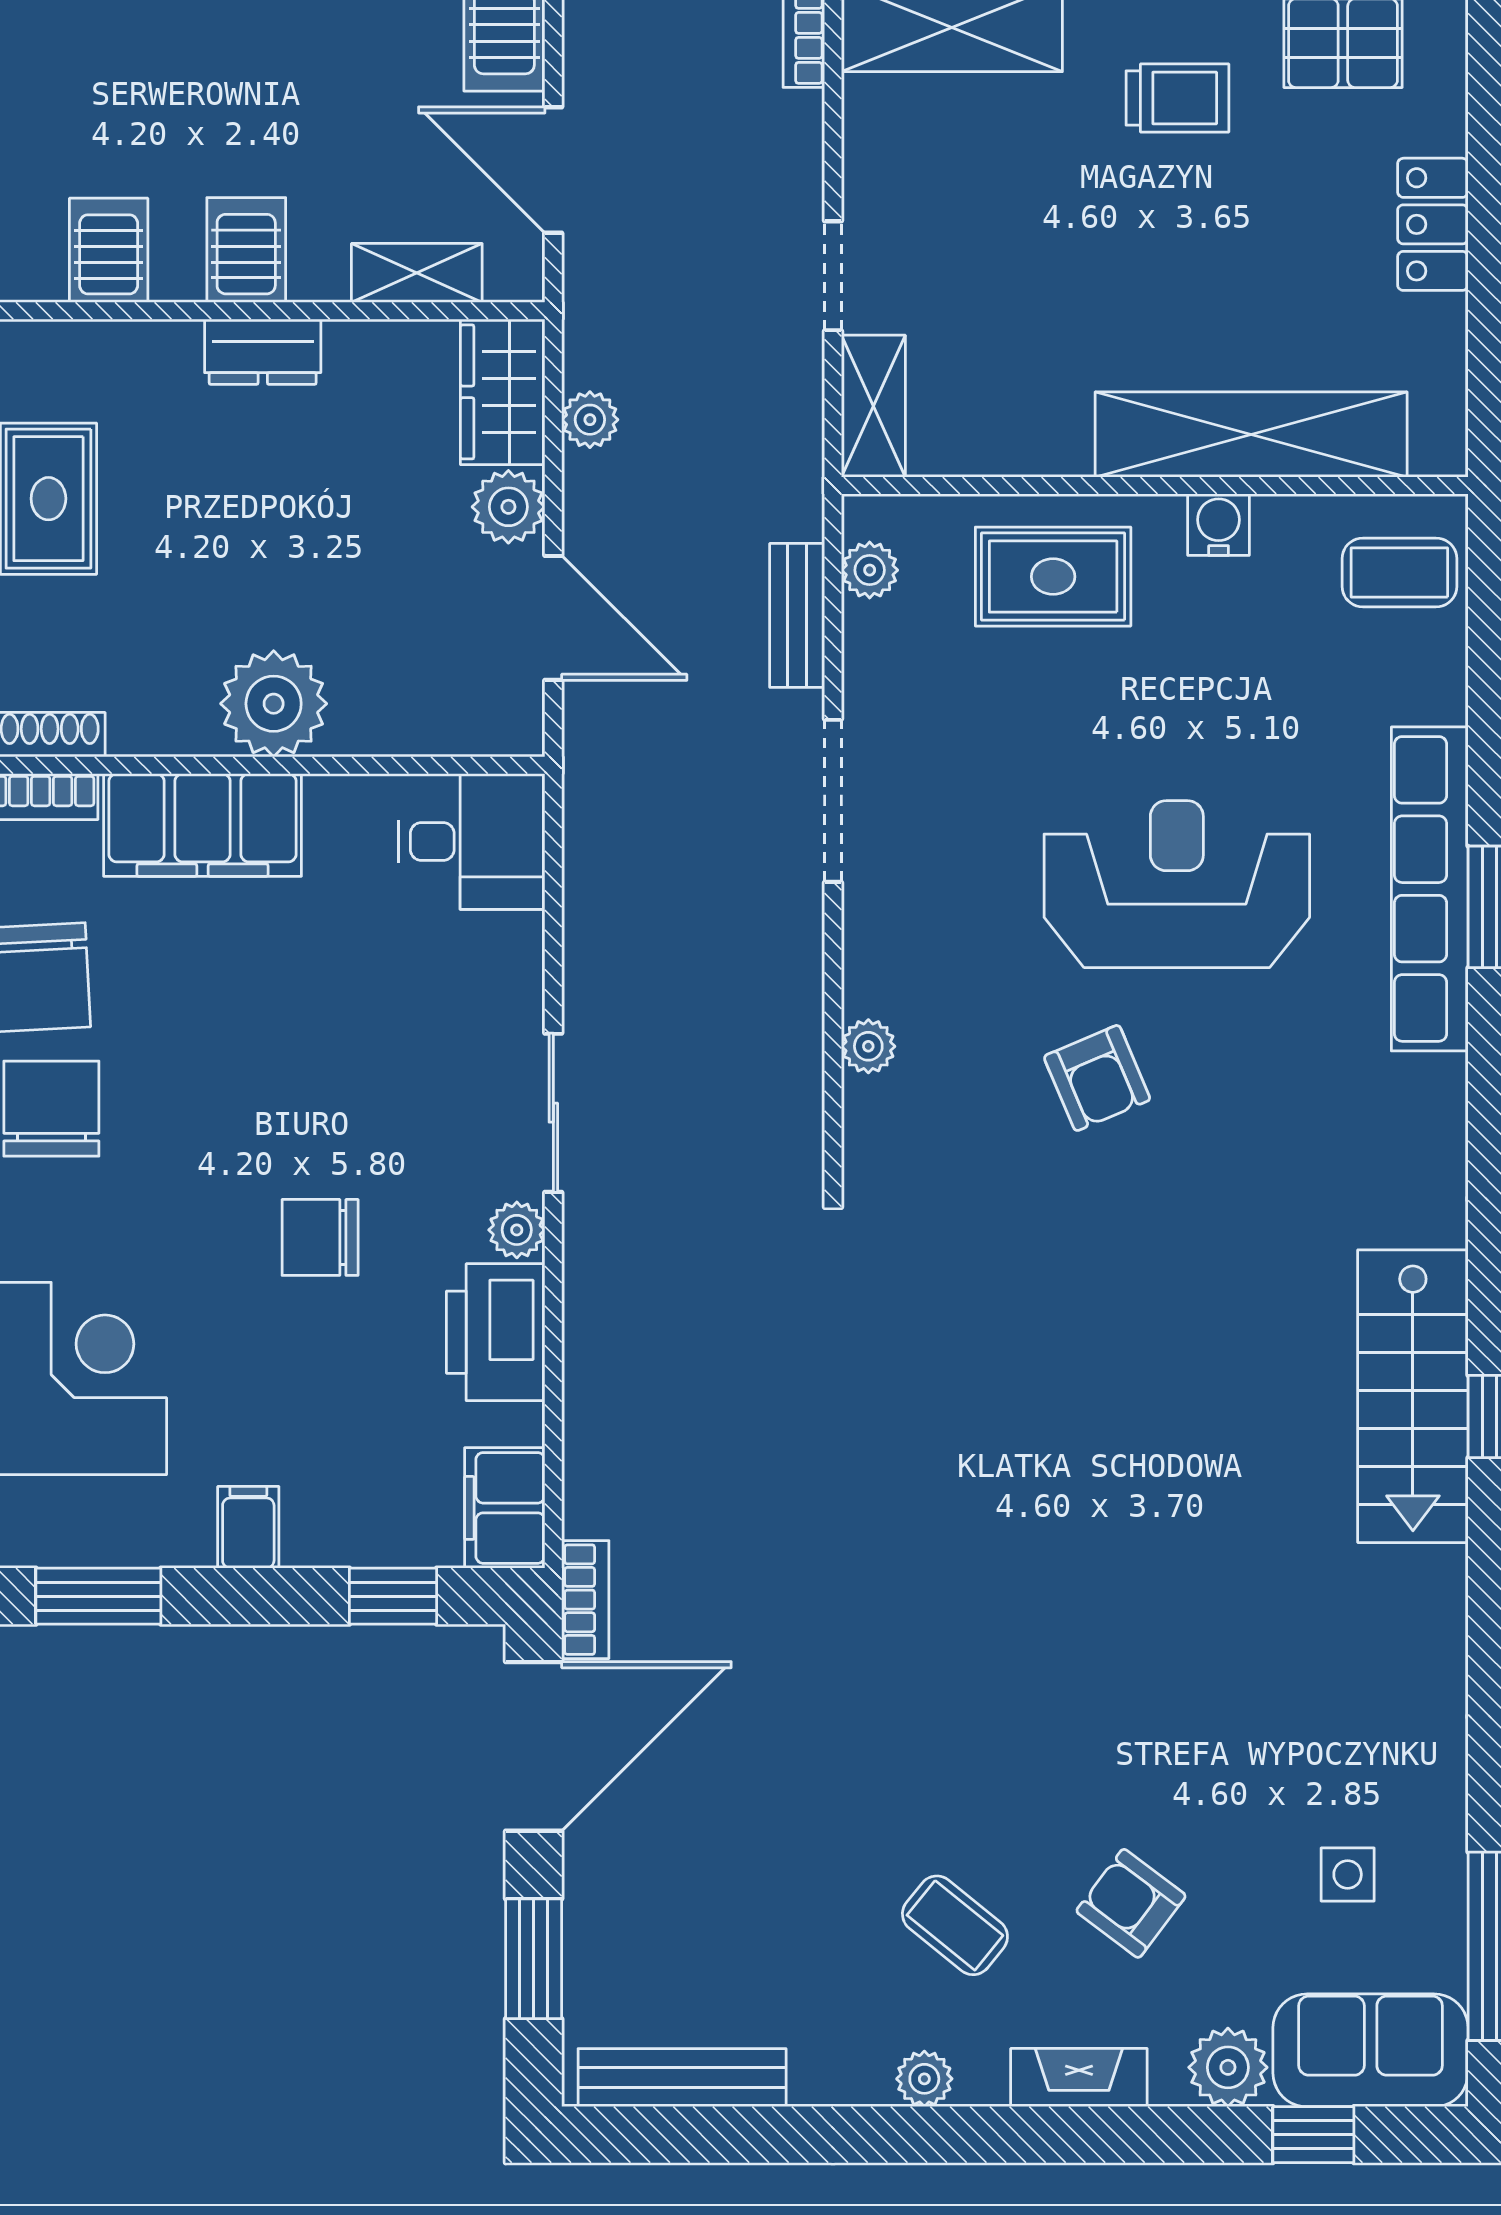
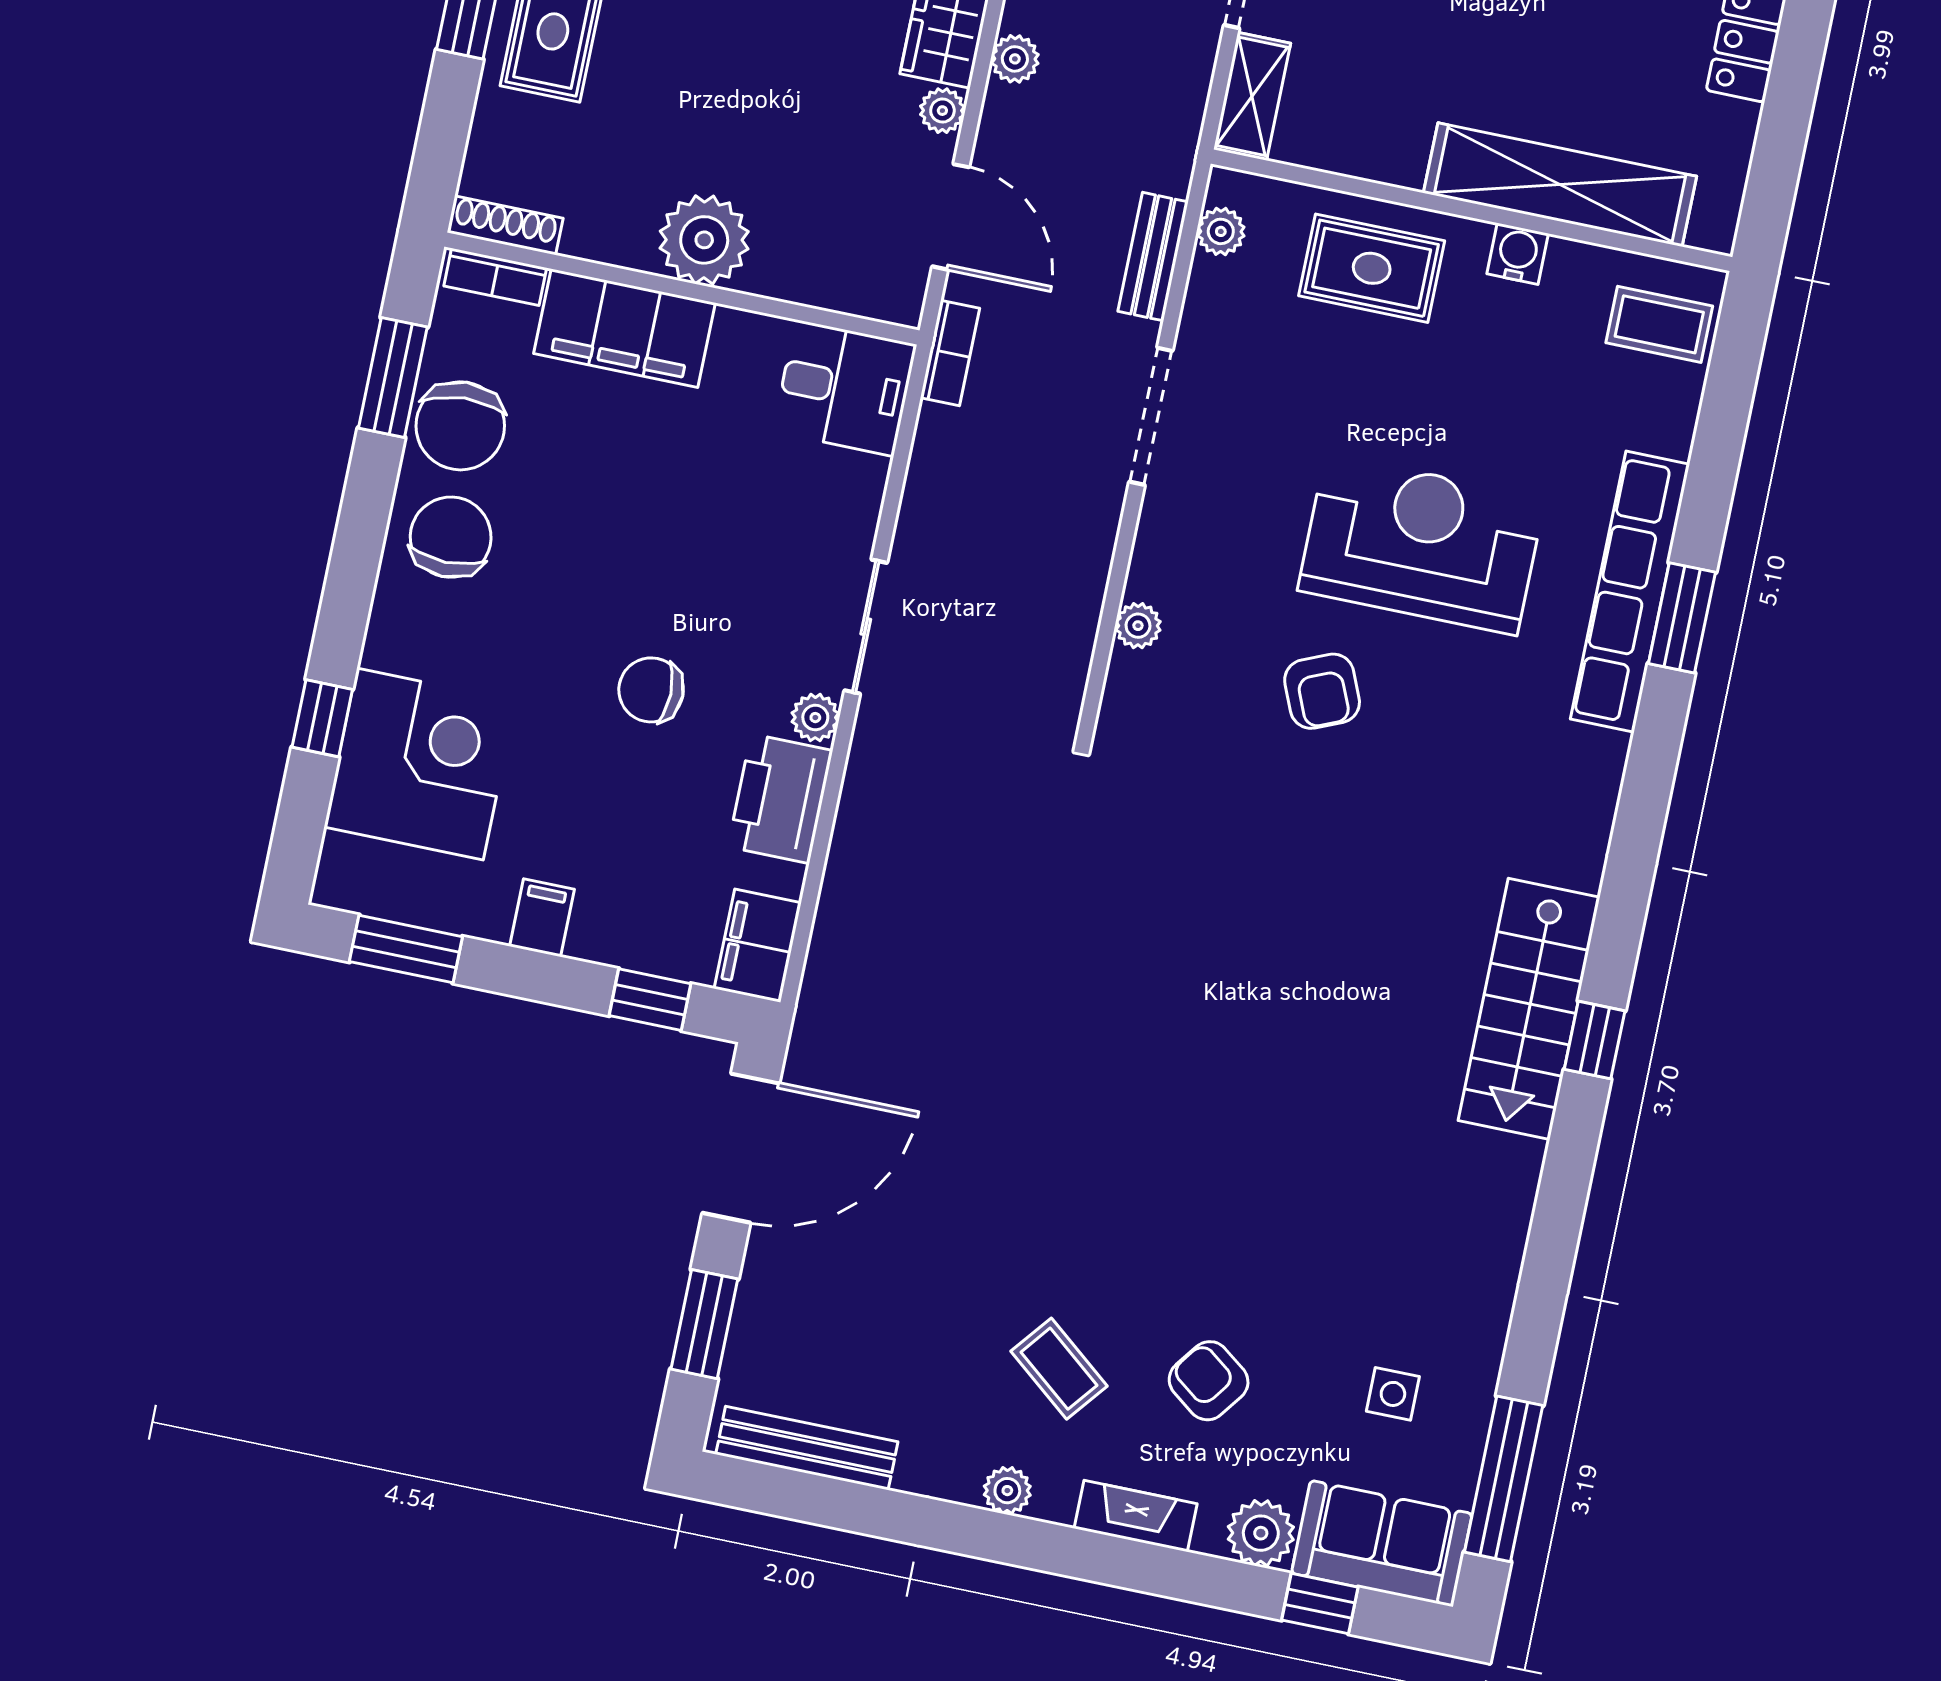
plant: (508, 507) -> (942, 111), width x0.73, depth x0.73
bookcase: (585, 1600) -> (950, 353), moved

